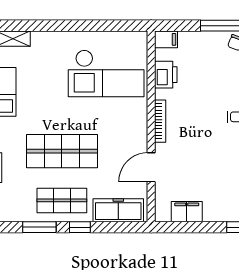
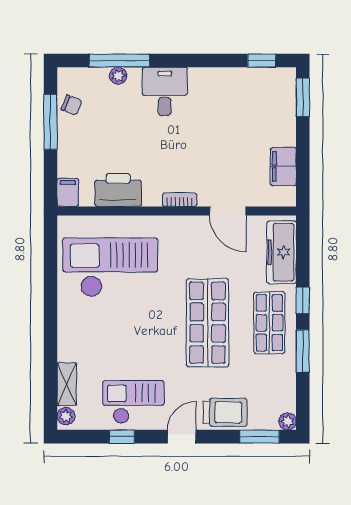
checkout: (106, 73) -> (110, 267), turned -90
printer: (166, 75) -> (118, 190), width x1.37, depth x1.19
bookcase: (160, 121) -> (180, 200), width x0.64

